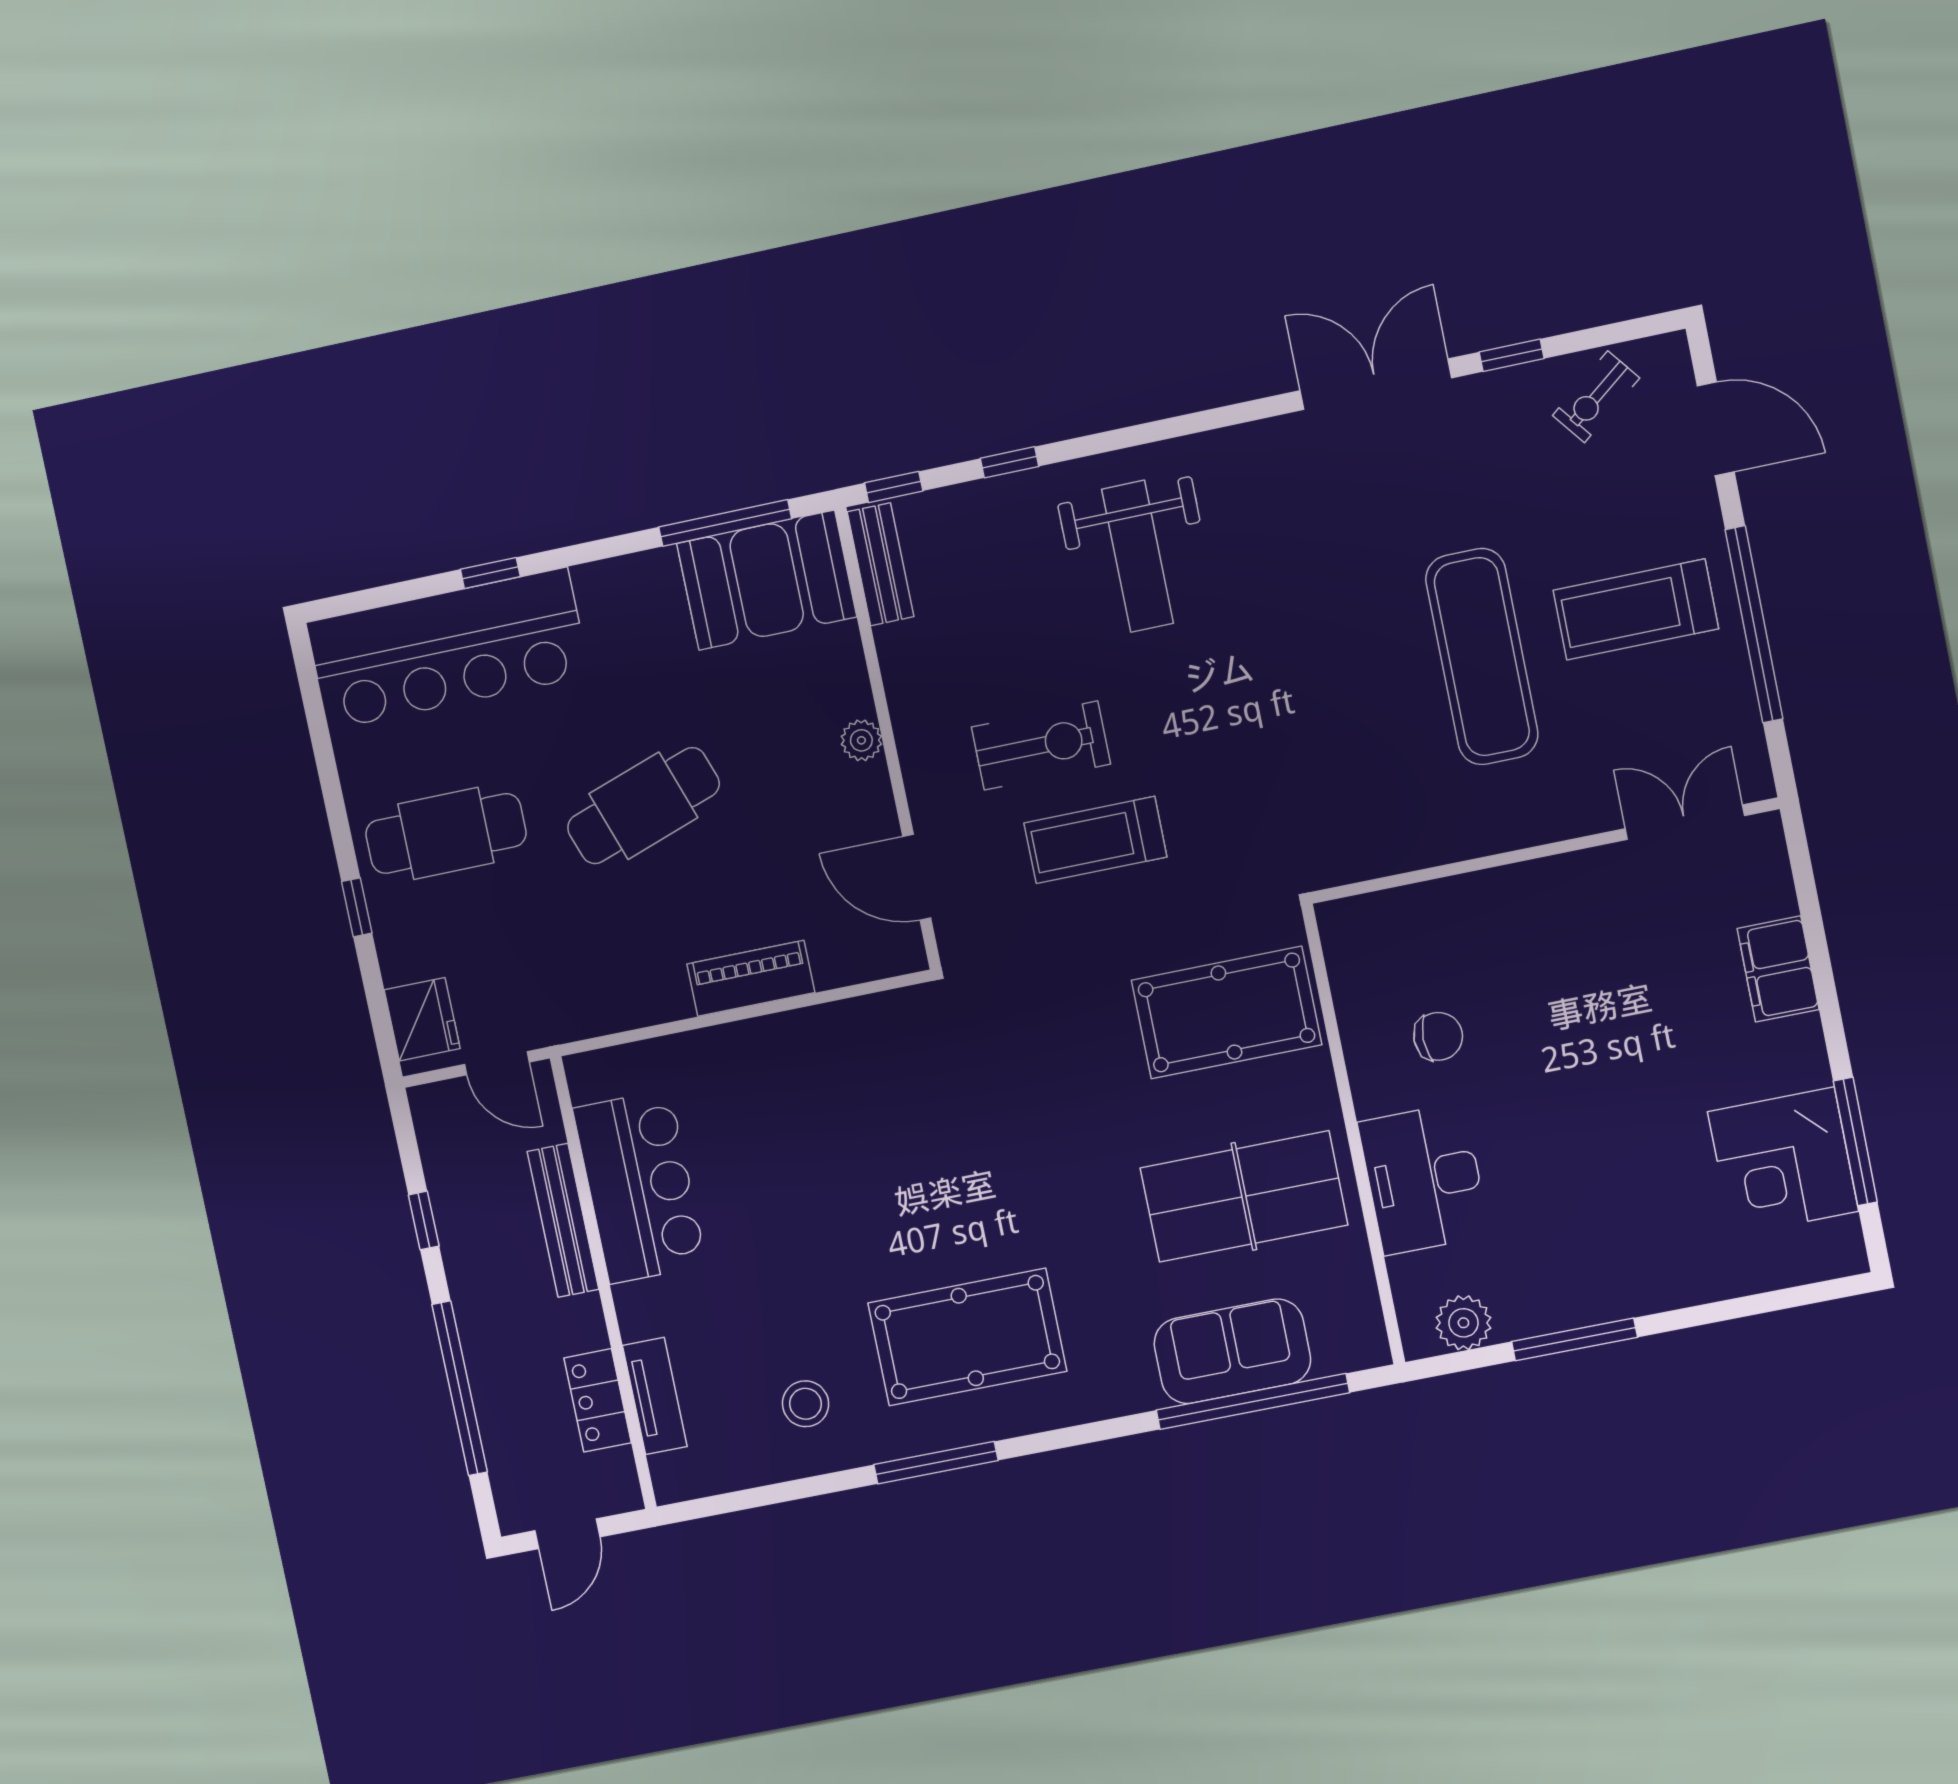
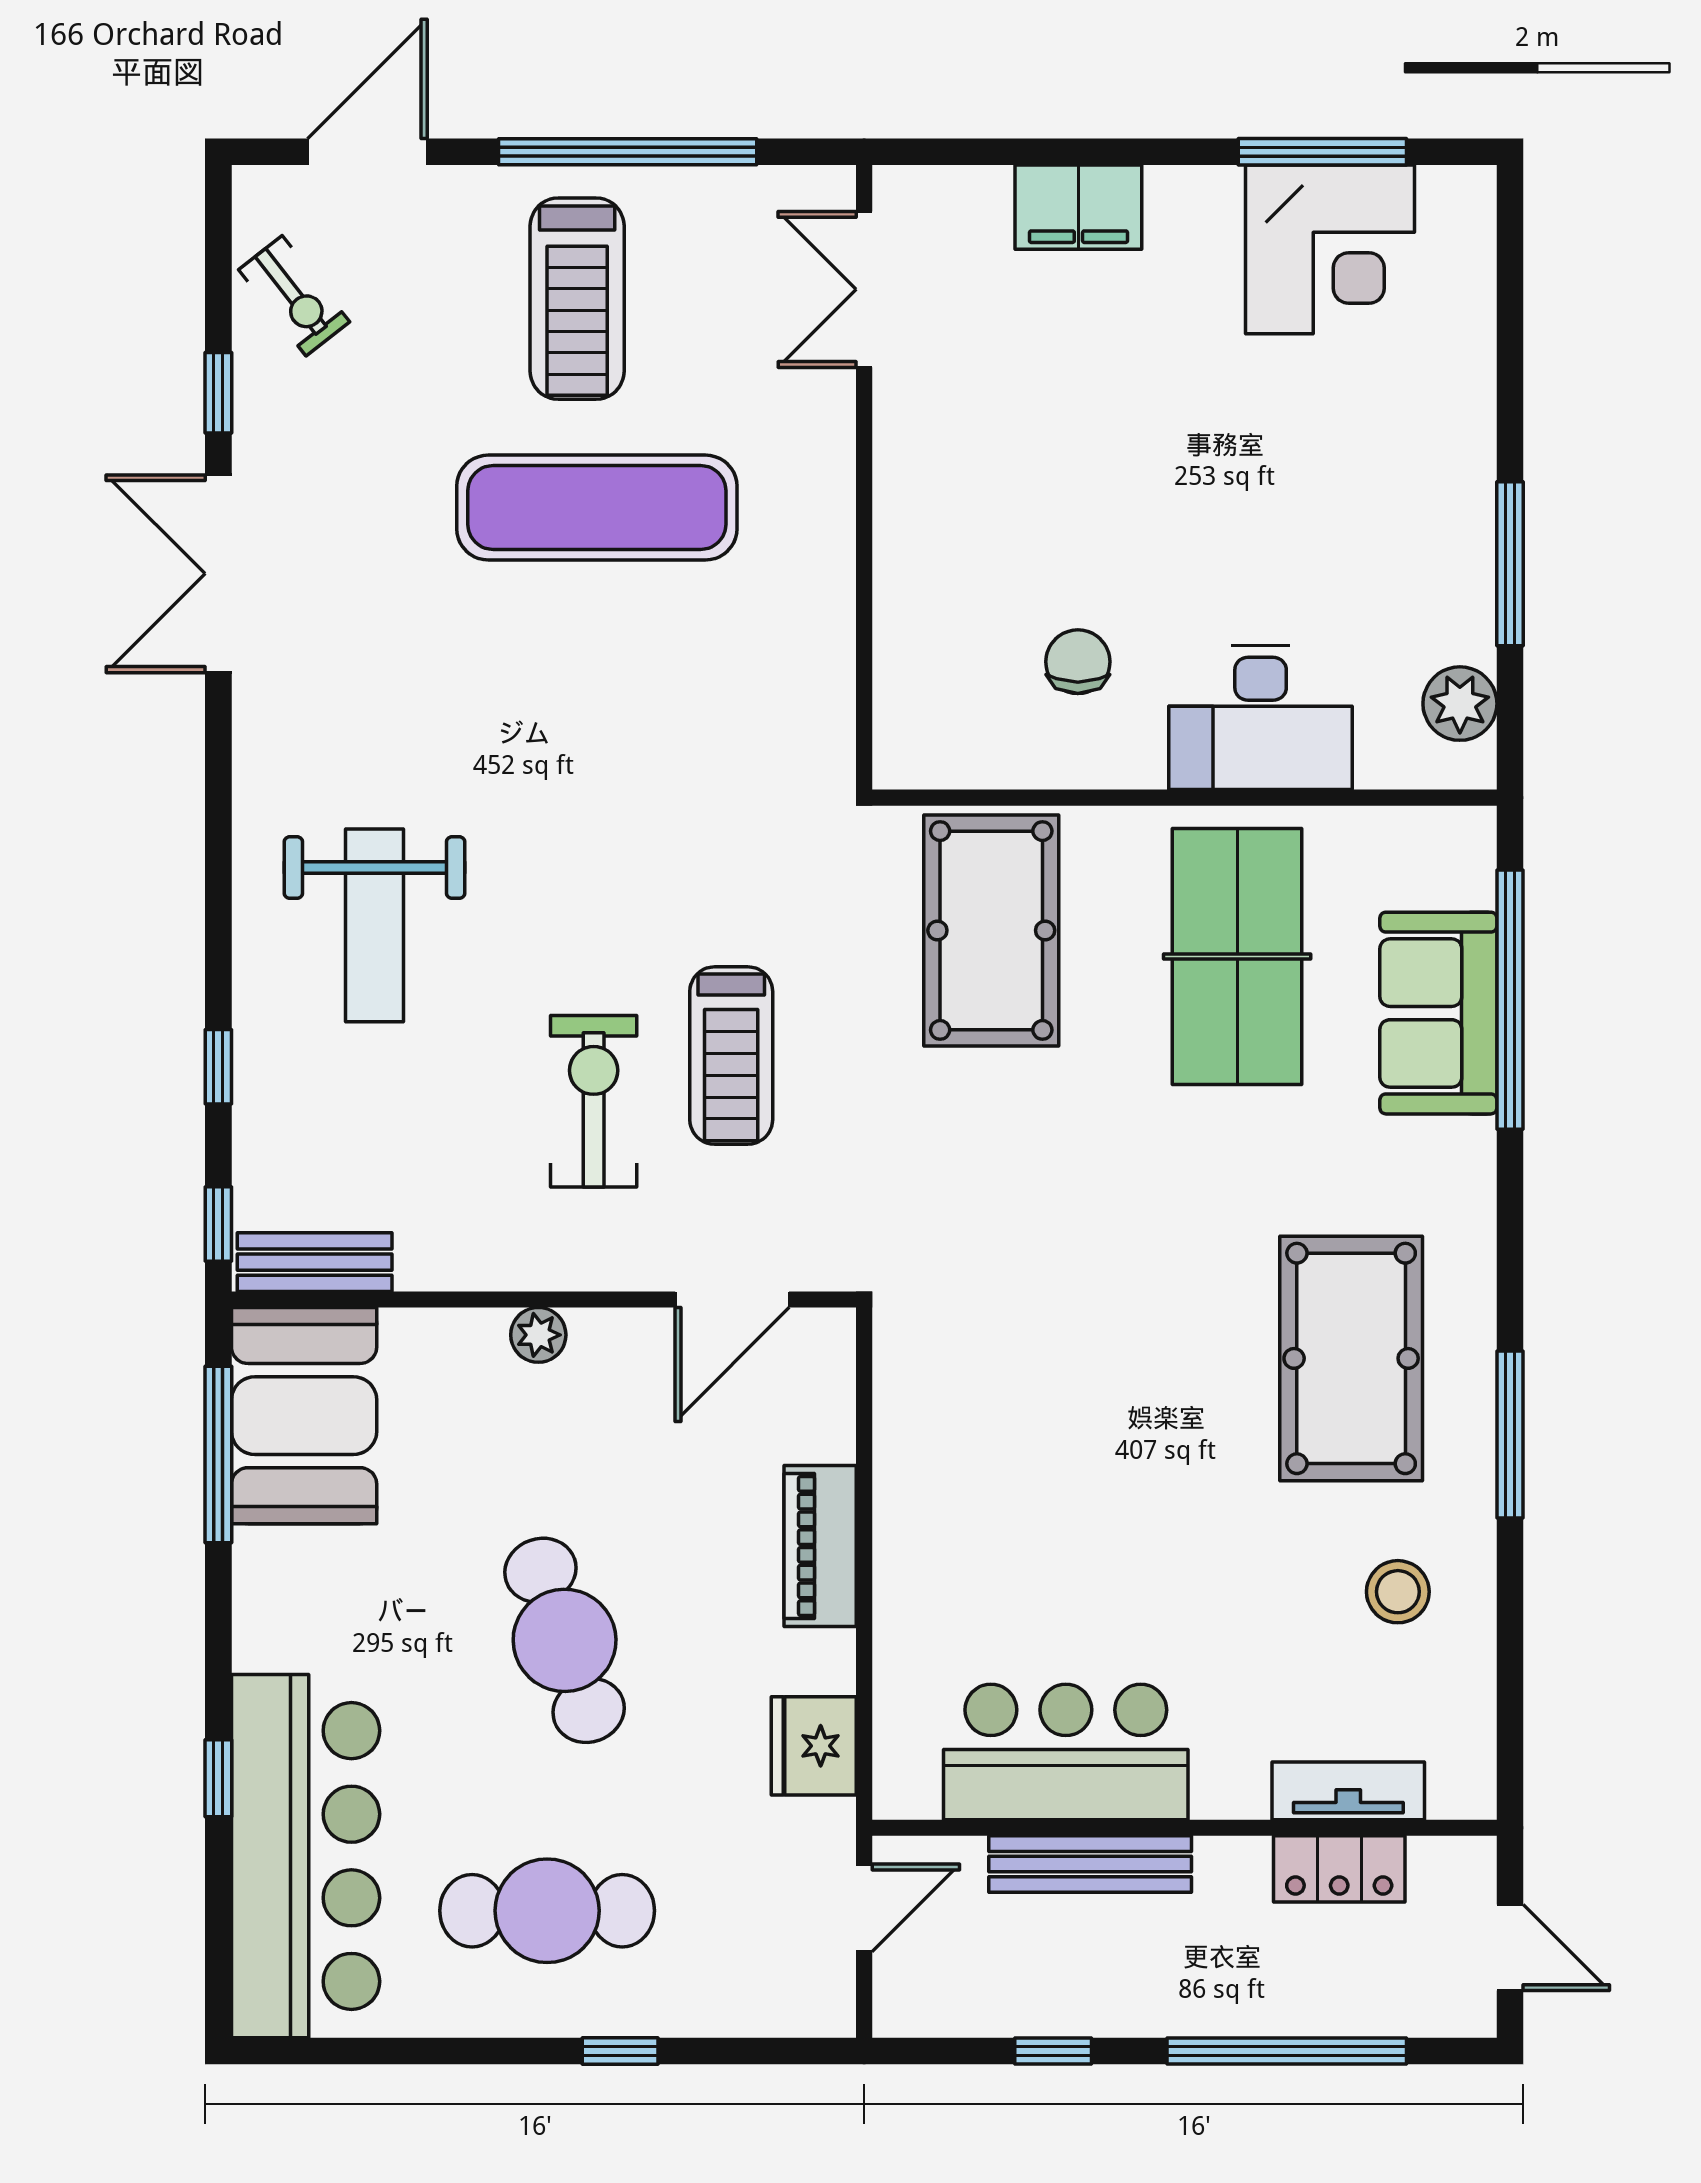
weight bench: (1138, 556) -> (375, 925), turned 90
cafe table: (446, 833) -> (547, 1911), turned 90
fridge: (422, 1019) -> (814, 1746), moved, turned -90

